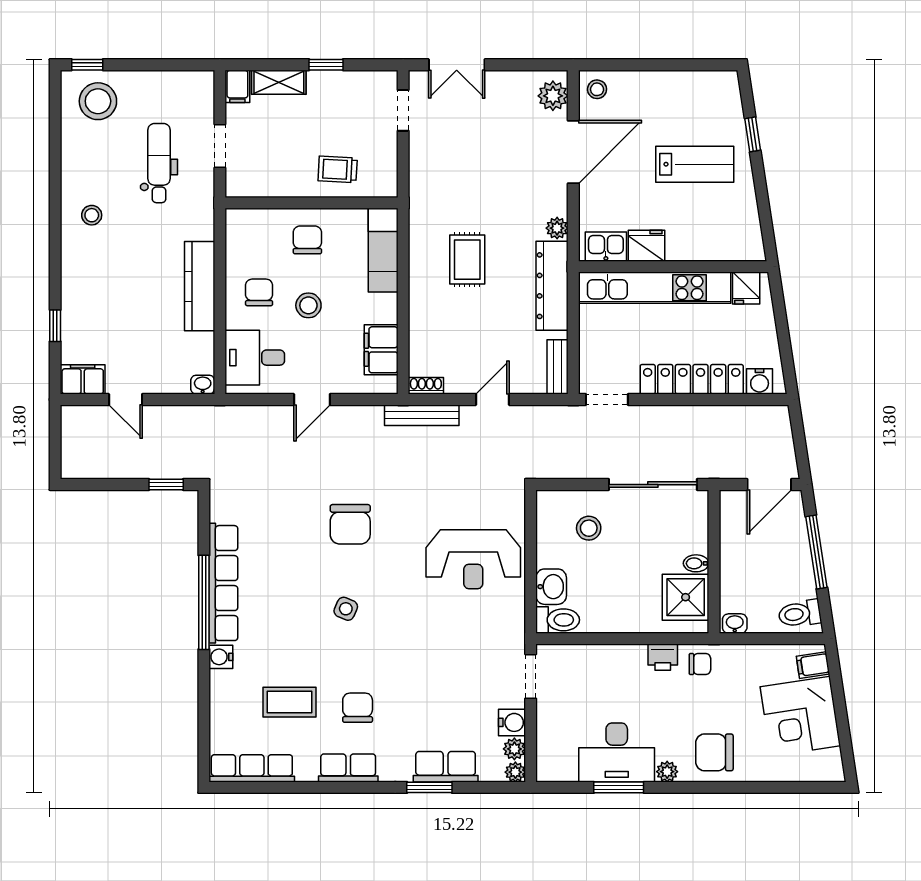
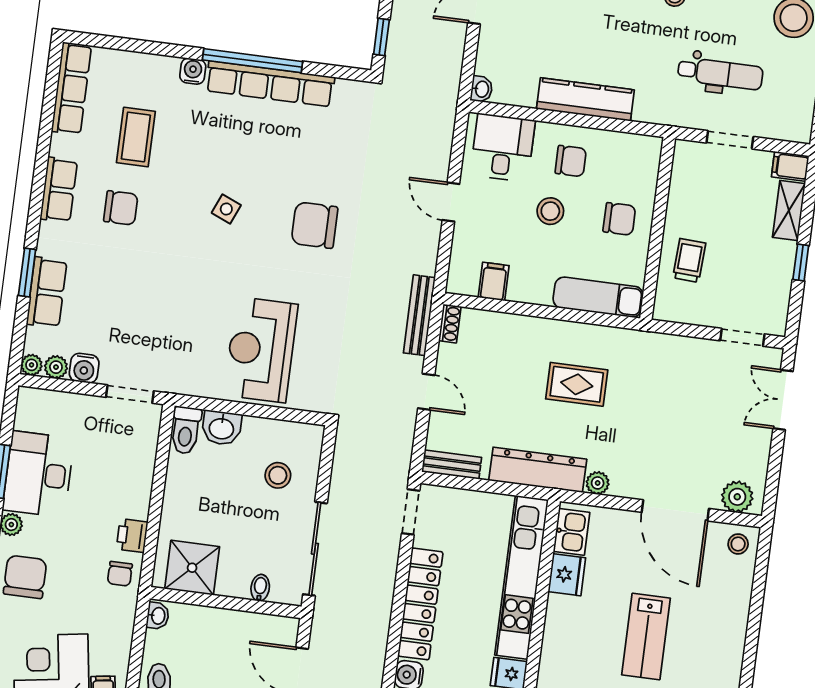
filing cabinet: (381, 350) -> (494, 281), width x0.50
bidet: (696, 563) -> (260, 588), moved

